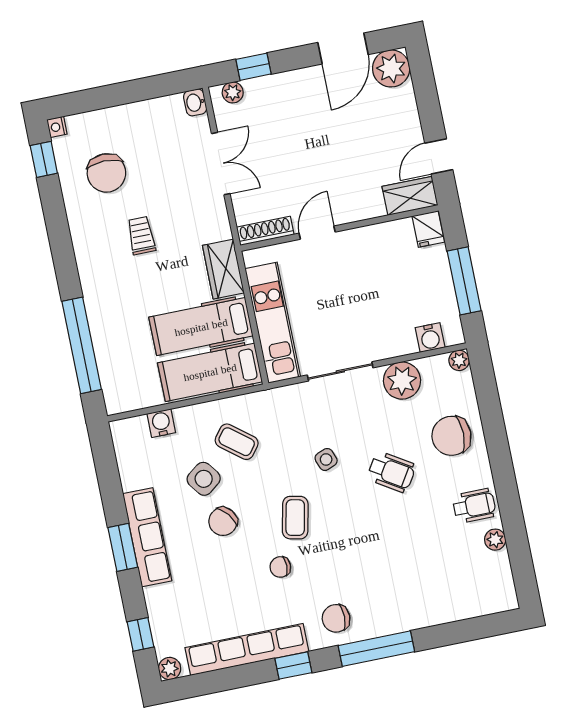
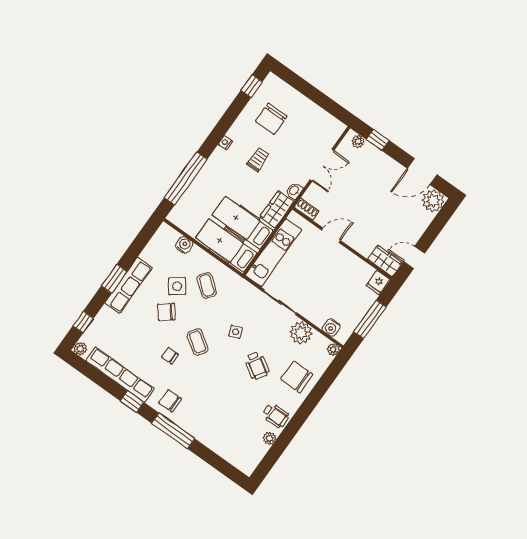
washbasin: (195, 102) -> (294, 191), moved
nightstand: (57, 127) -> (225, 143), moved
shoe rack: (265, 231) -> (307, 209), width x0.70
coffee table: (295, 518) -> (198, 342), turned -68

